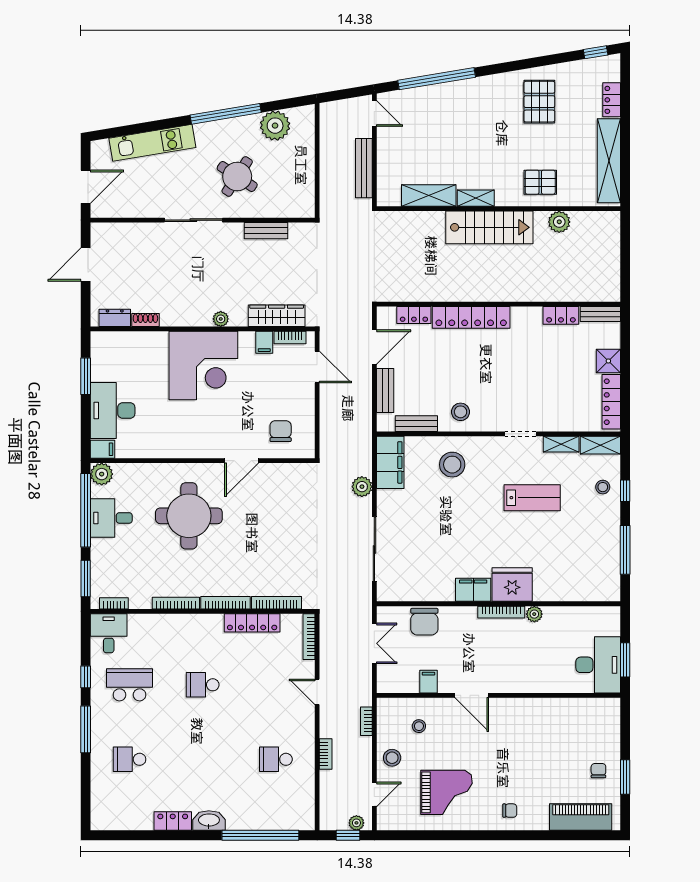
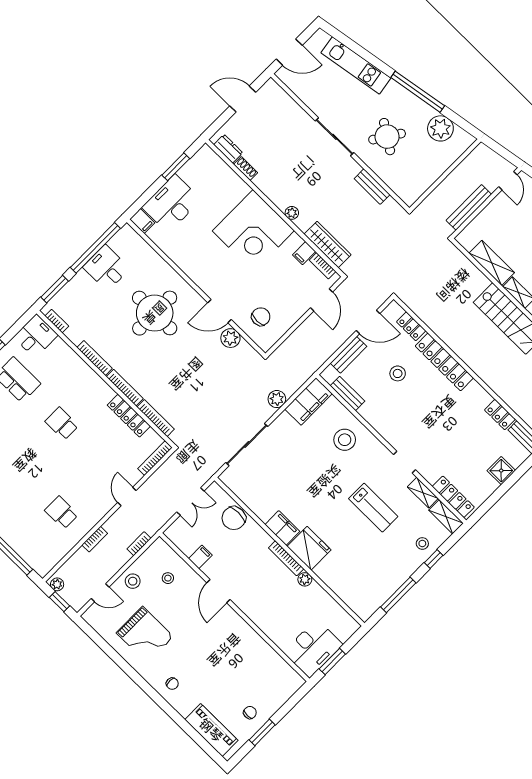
locker: (611, 402) -> (453, 497), moved, turned 90
stool: (461, 412) -> (398, 373), moved
plant: (102, 474) -> (230, 338), moved
plant: (356, 823) -> (57, 584), moved

